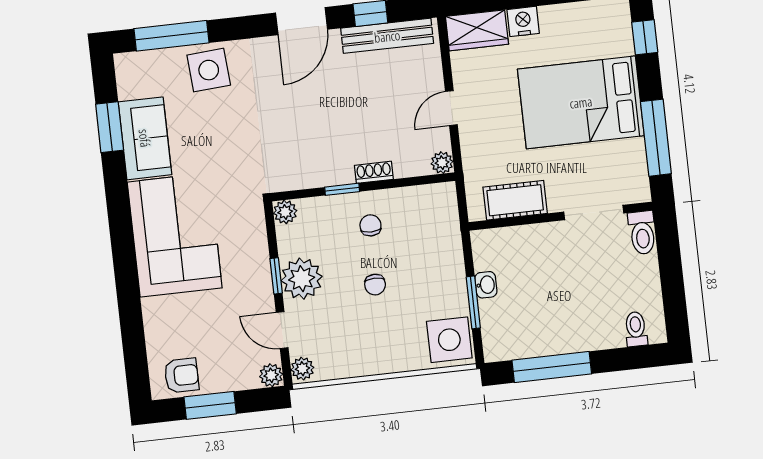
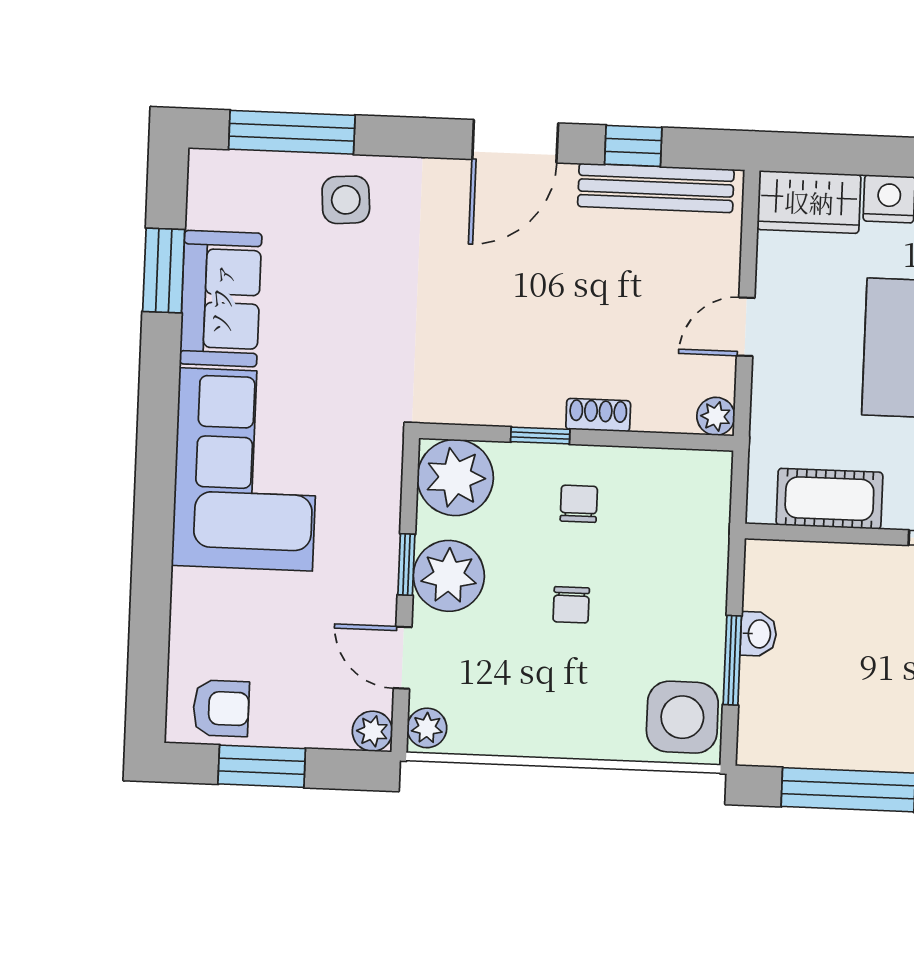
side table: (209, 70) -> (346, 200), width x0.73, depth x0.73
plant: (285, 212) -> (455, 478), width x1.87, depth x1.87

